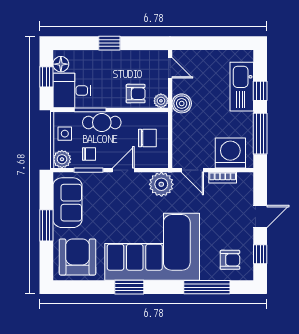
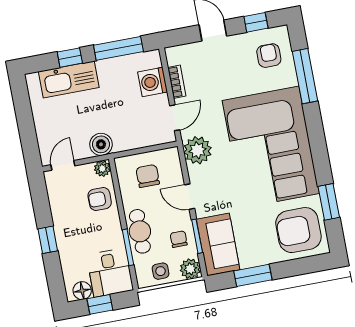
armchair: (136, 94) -> (100, 199), turned -90
washing machine: (230, 153) -> (153, 82), width x0.73, depth x0.73
sofa: (67, 203) -> (218, 245), moved, turned 90
window: (46, 225) -> (253, 275), moved
window: (129, 287) -> (329, 202), moved

